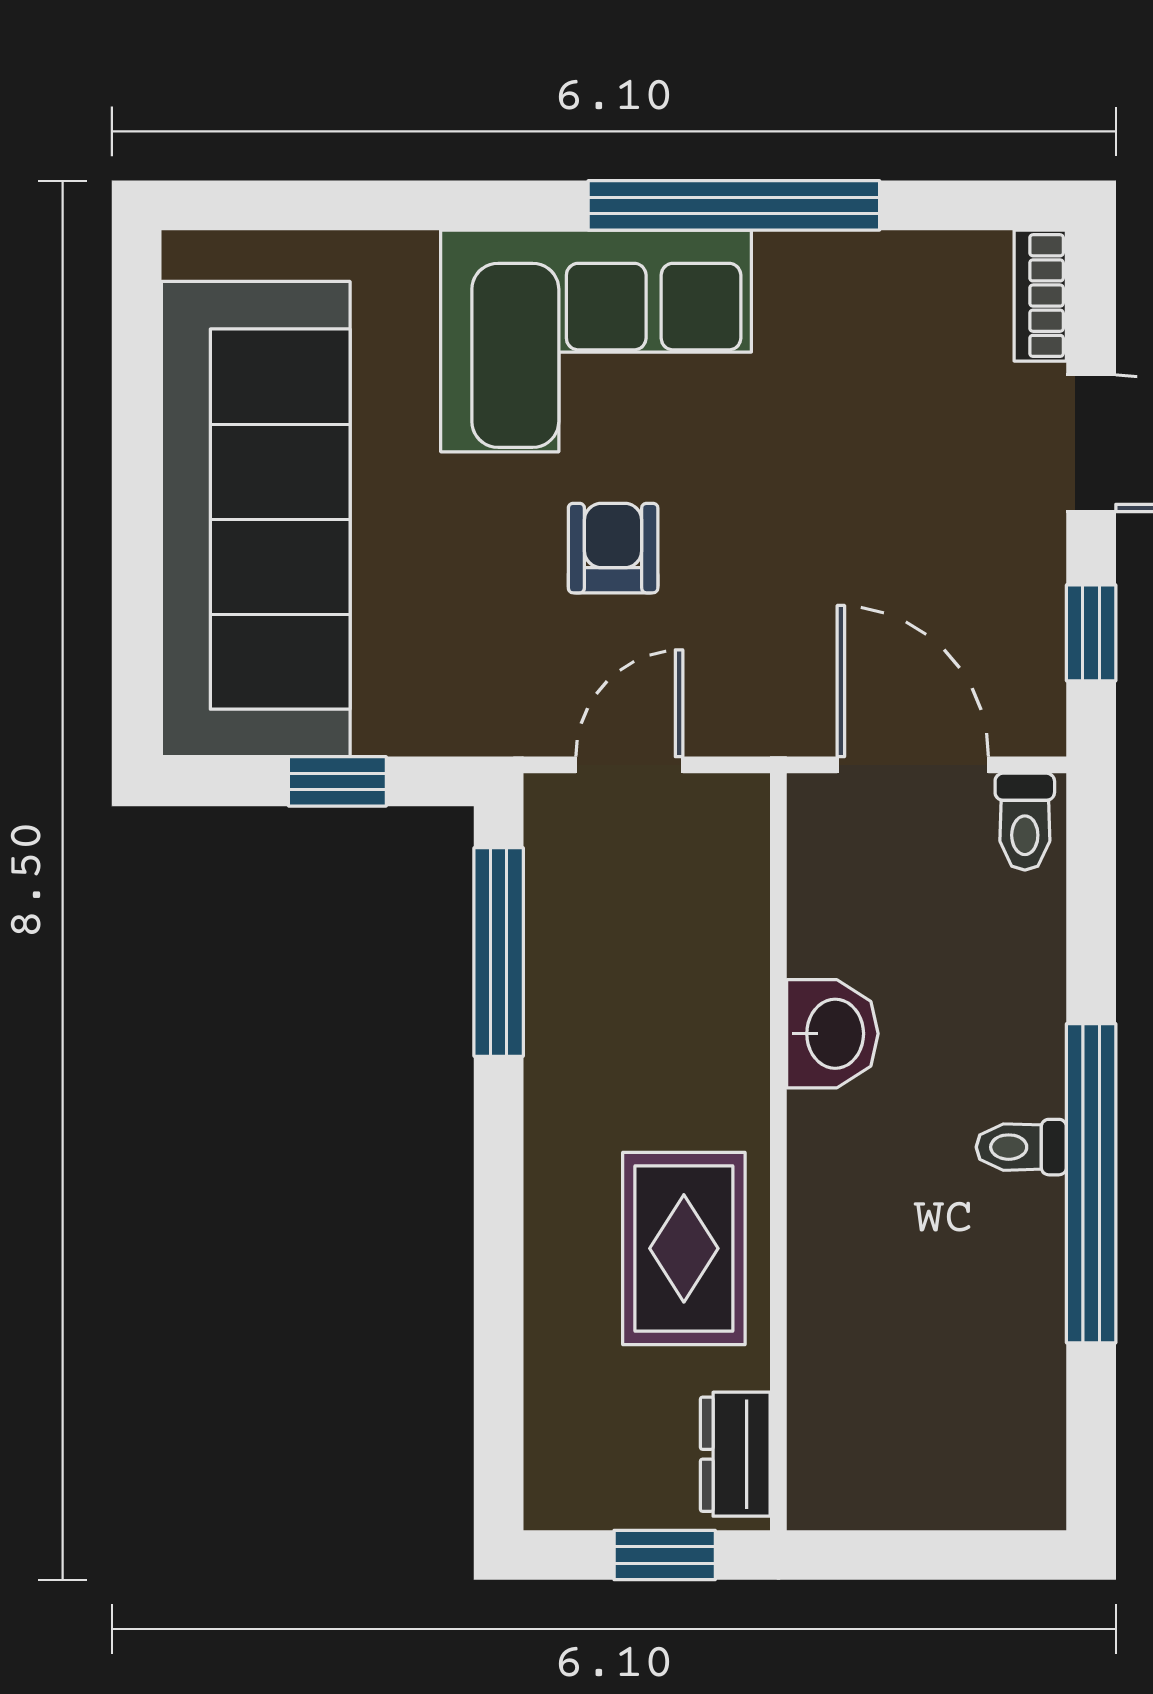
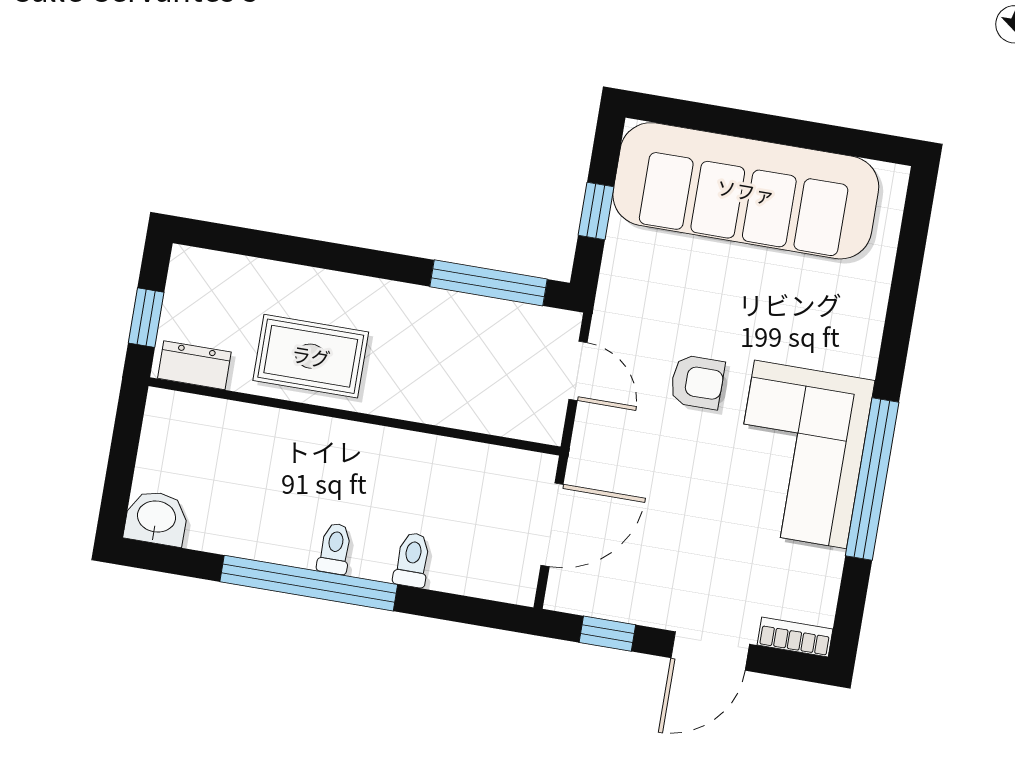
corner sofa: (596, 341) -> (801, 454), moved
toilet: (1025, 822) -> (412, 560), moved, turned 90
washbasin: (832, 1034) -> (156, 518), moved, turned 180

